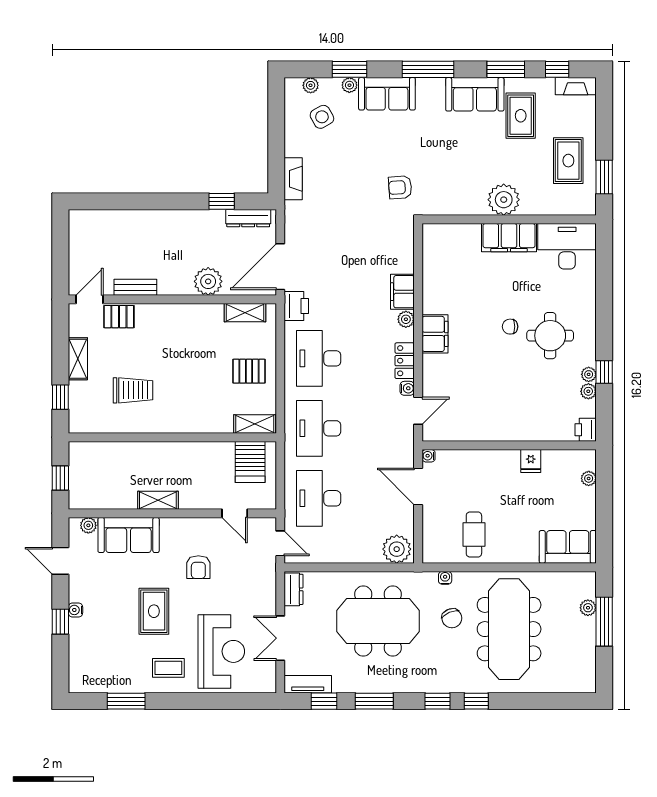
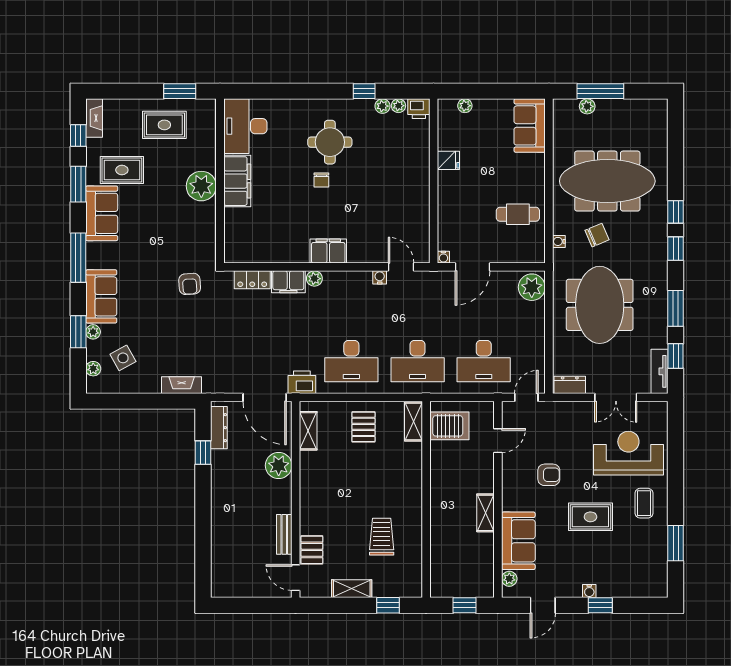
locker: (405, 361) -> (252, 280), moved
plant: (589, 374) -> (398, 106), moved

